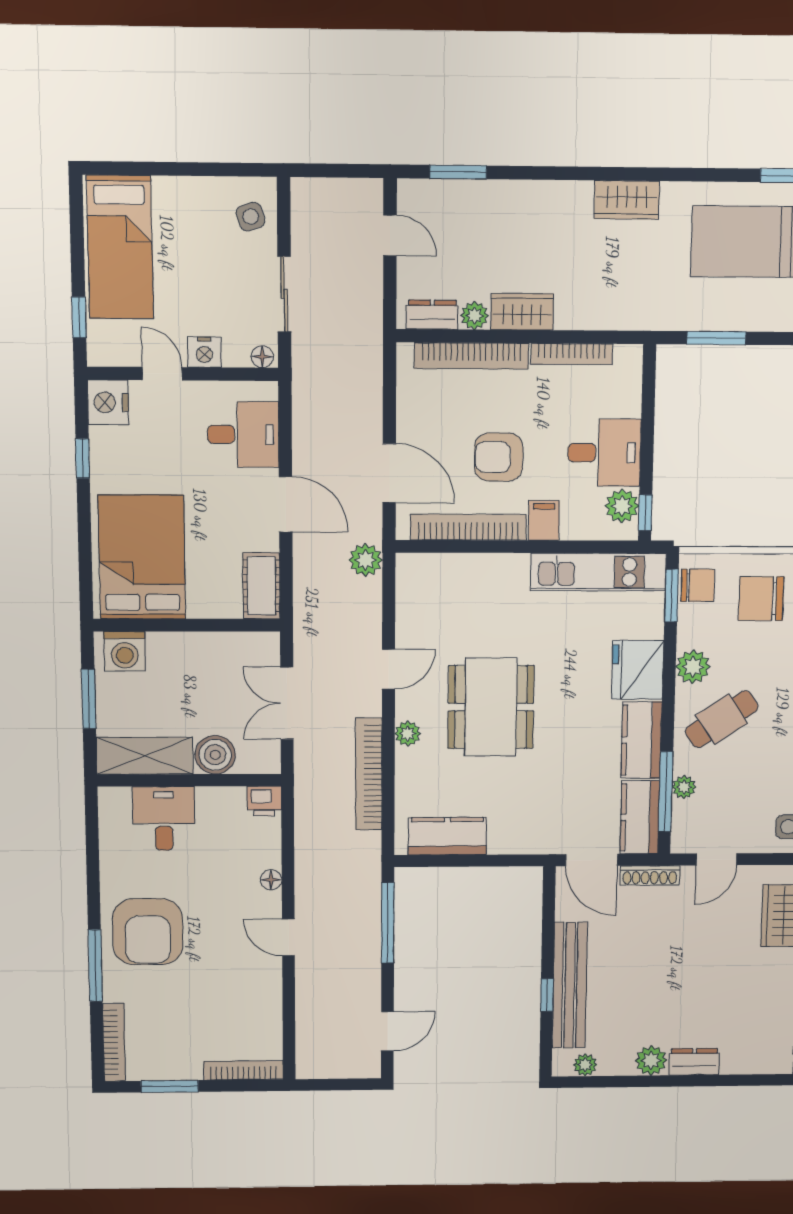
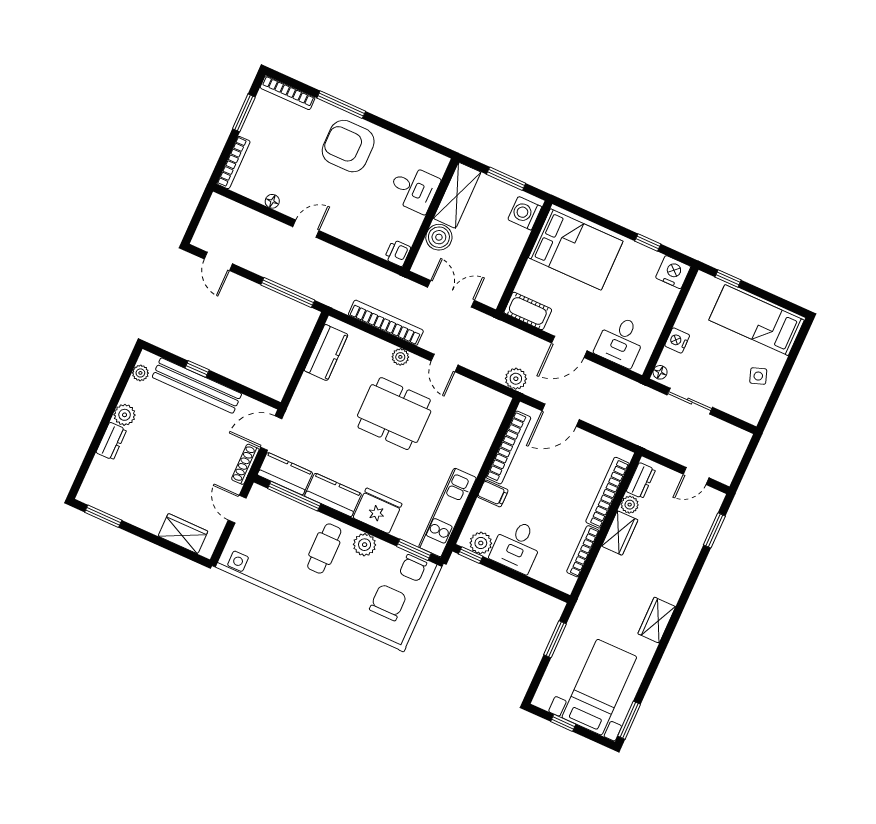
side table: (251, 217) -> (758, 376), moved
door: (162, 374) -> (676, 311), removed
armchair: (499, 457) -> (542, 483), removed
cafe table: (722, 719) -> (324, 549), turned 34
plant: (684, 787) -> (292, 508), removed
floor lamp: (271, 880) -> (272, 201), moved

